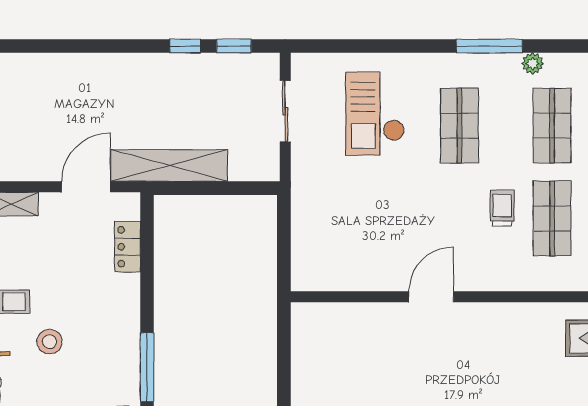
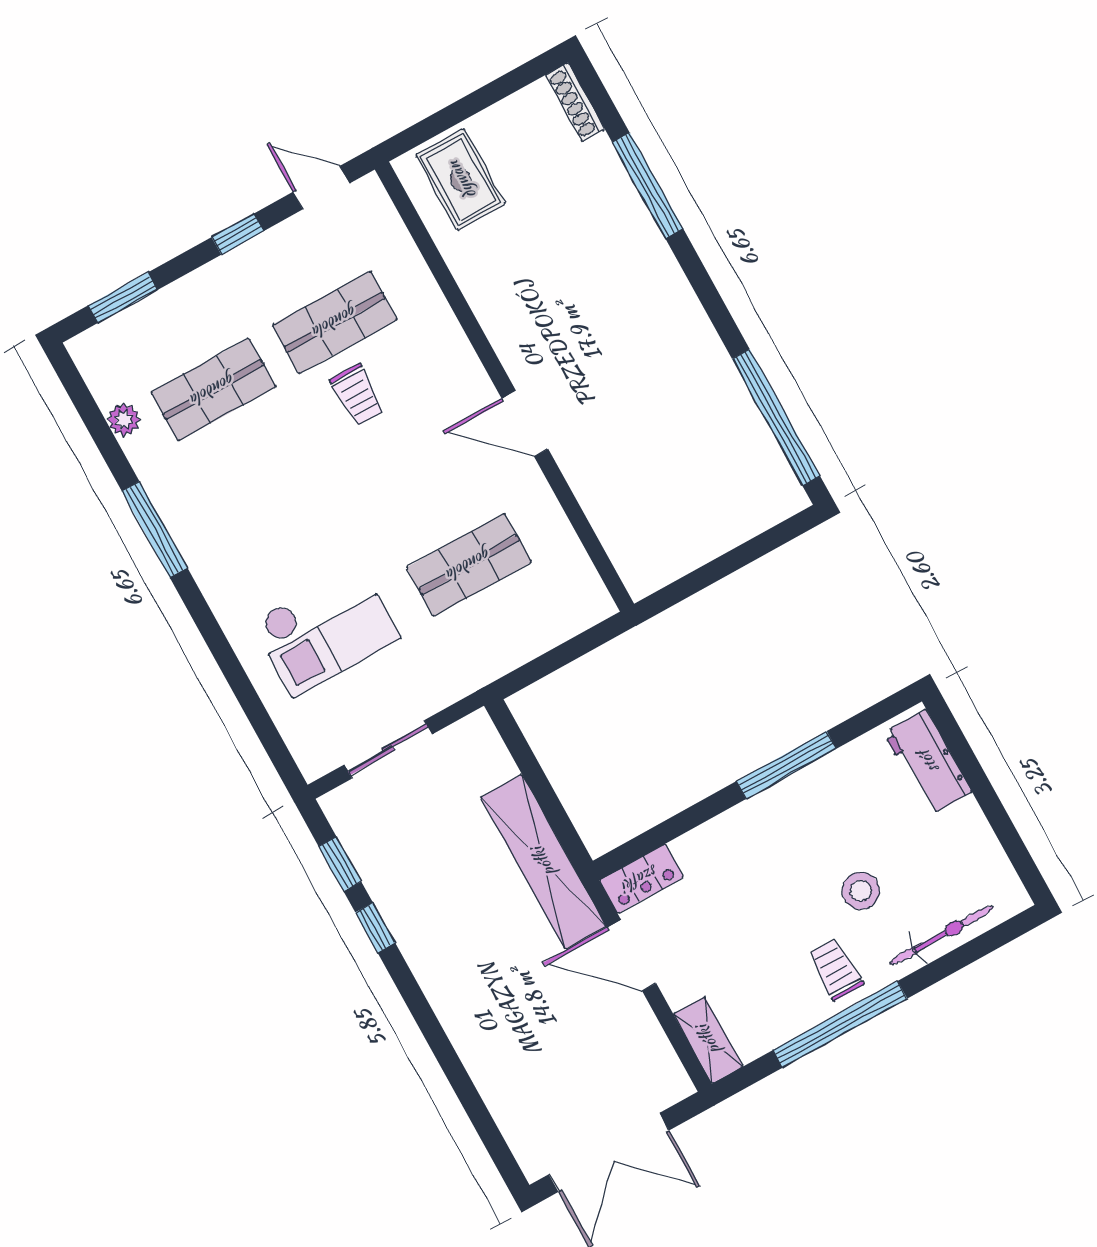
plant: (533, 64) -> (124, 420), moved
shop shelf: (459, 126) -> (469, 565), moved
trolley: (502, 208) -> (357, 395), turned -90
locker: (128, 247) -> (641, 879), moved
window: (147, 367) -> (786, 765), moved

